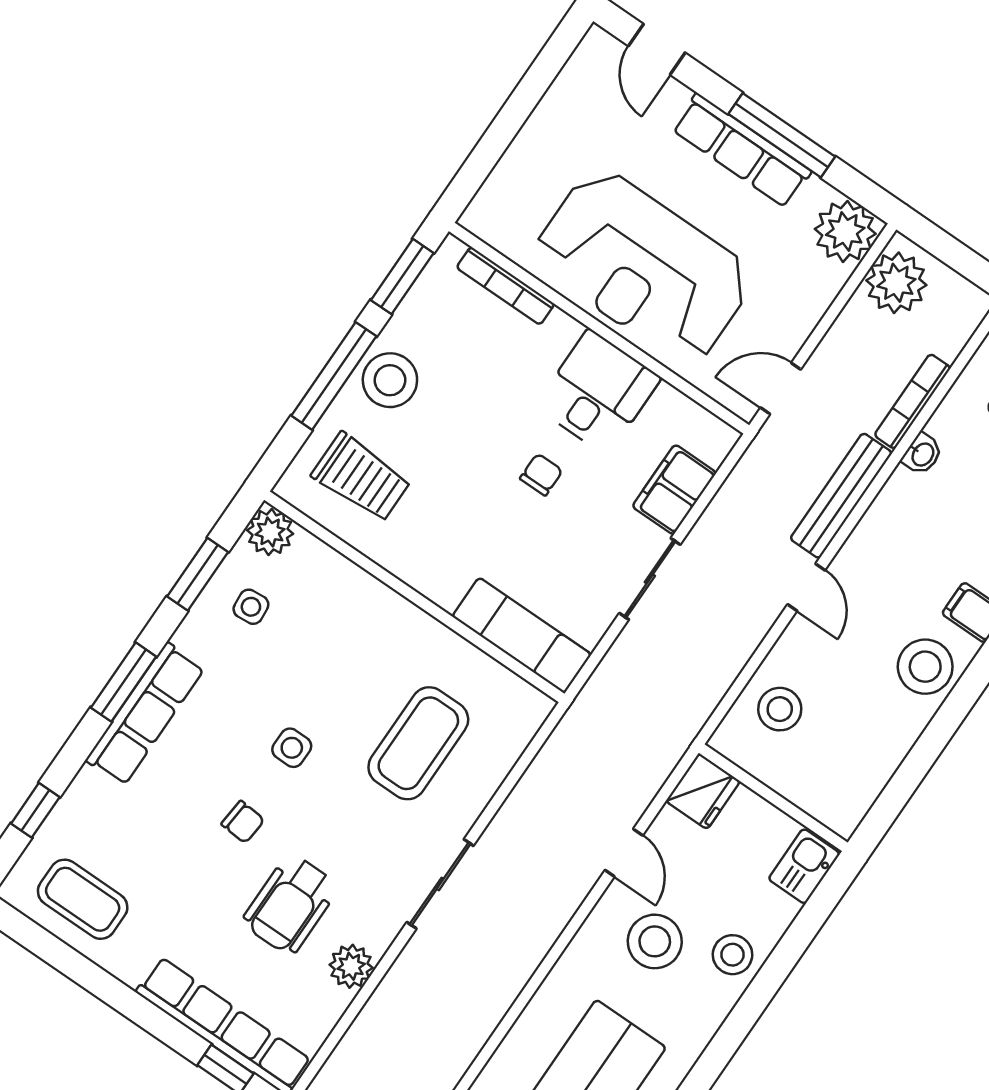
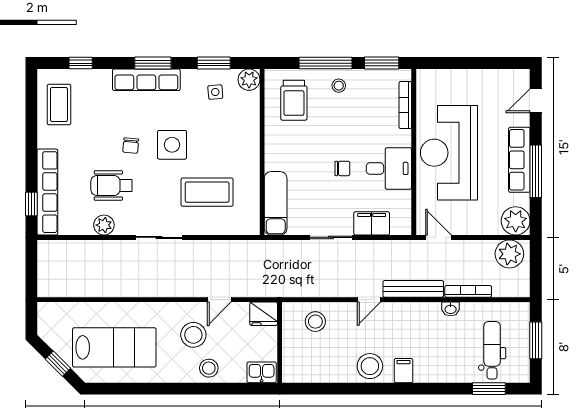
stool: (390, 380) -> (339, 86), width x0.53, depth x0.53
side table: (292, 748) -> (172, 145), width x1.87, depth x1.87

